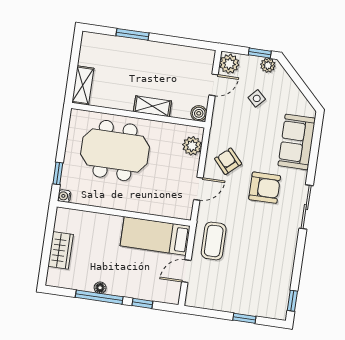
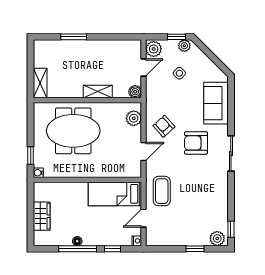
armchair: (265, 188) -> (196, 143), turned 180
nightstand: (174, 298) -> (137, 241), added
plant: (274, 310) -> (217, 238), added

